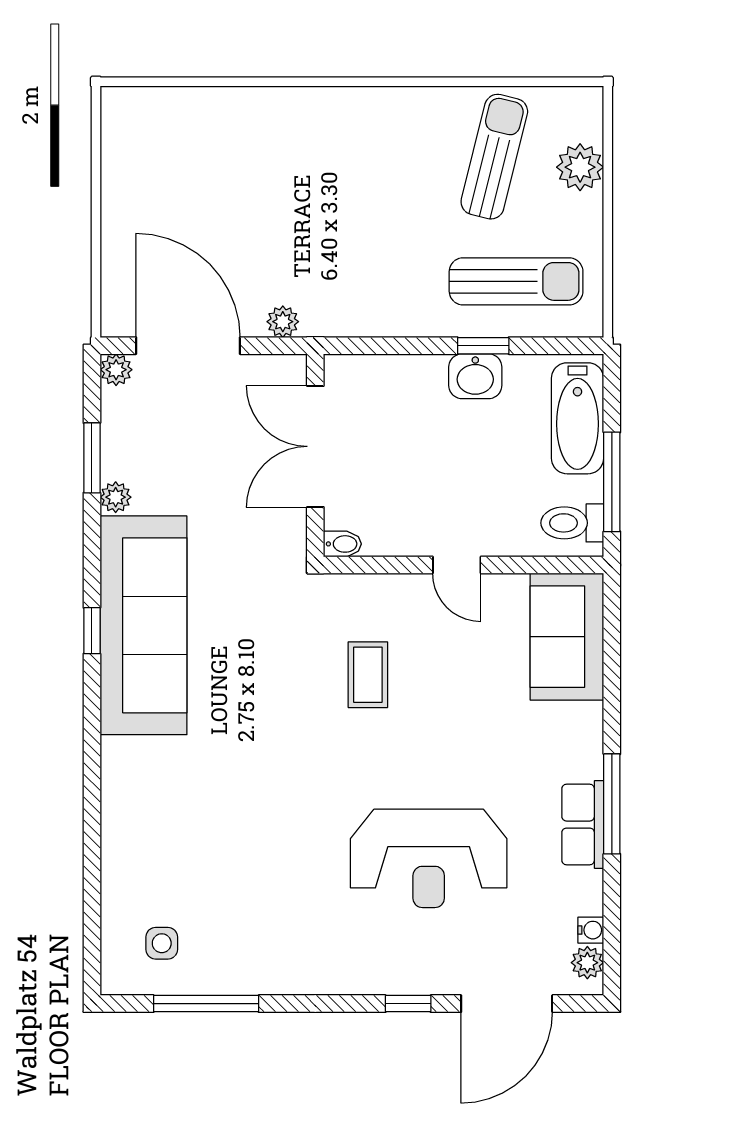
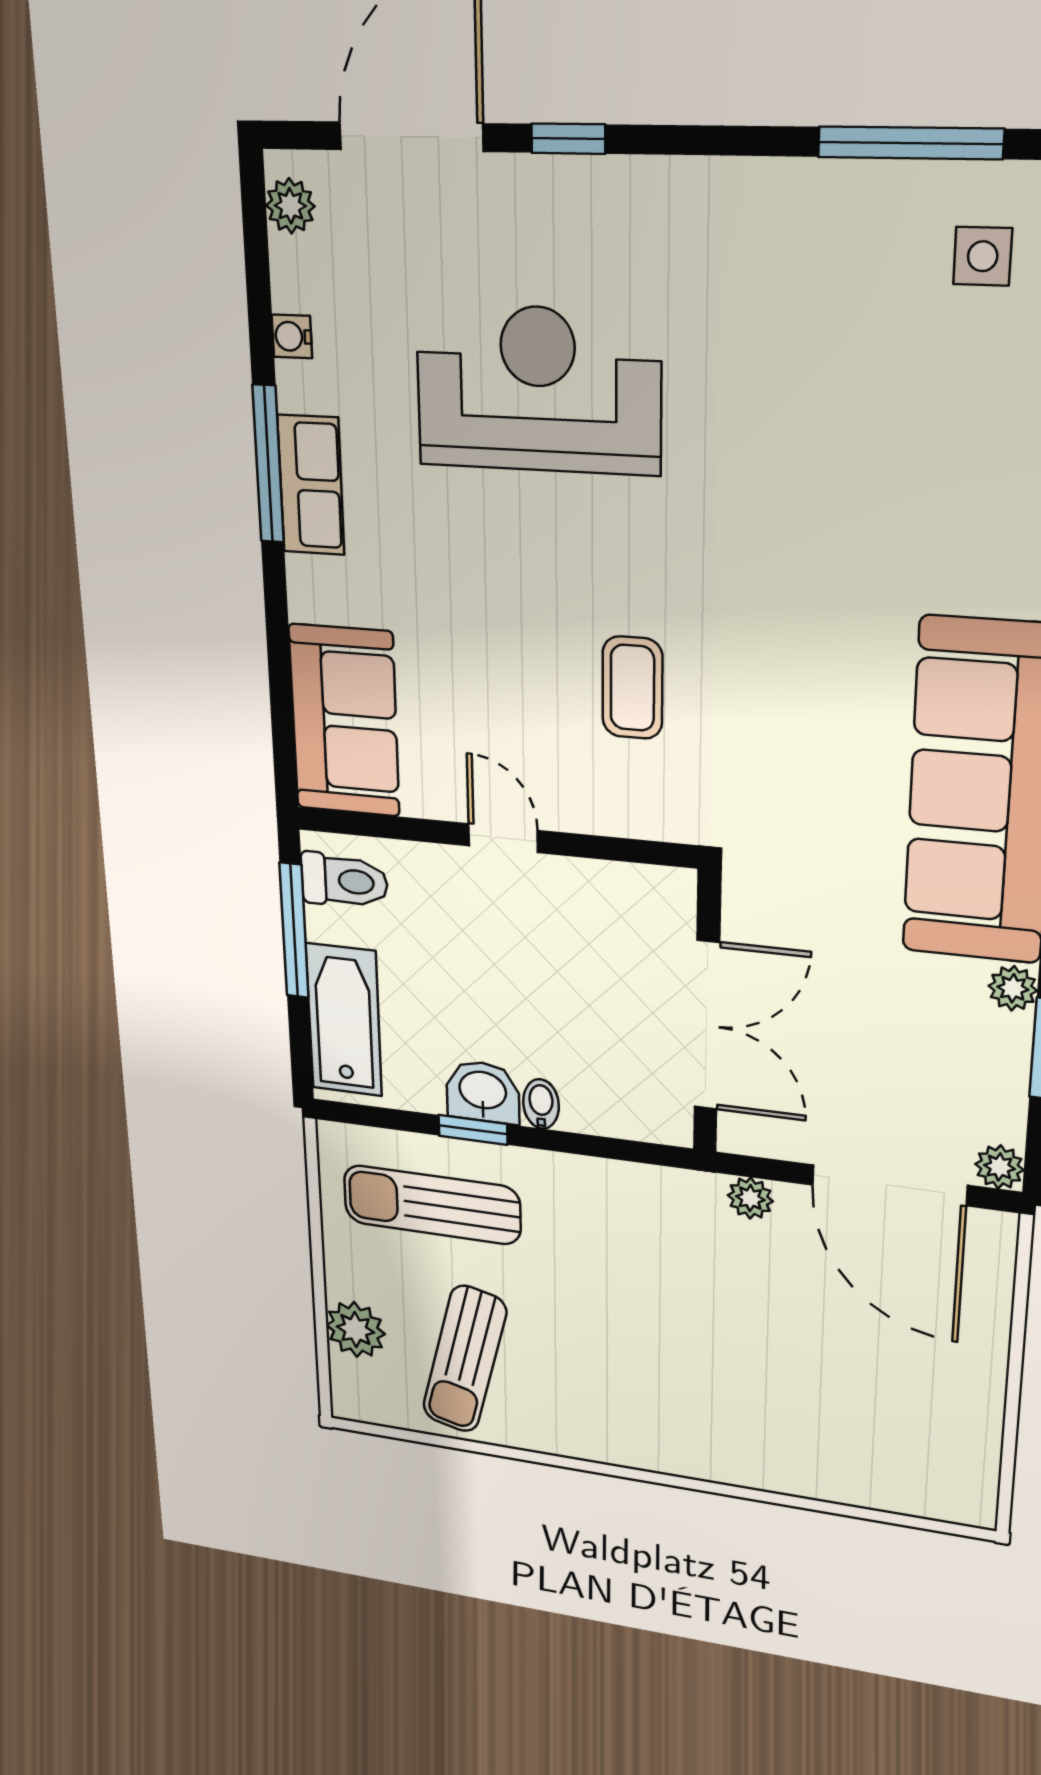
bidet: (342, 544) -> (541, 1104), moved, turned 90
row of seats: (583, 825) -> (311, 485), moved
water cooler: (591, 930) -> (292, 336), moved

